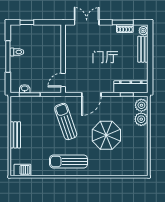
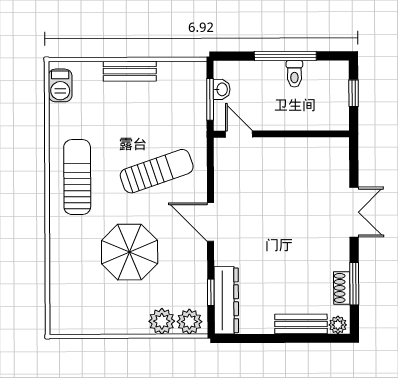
wall: (63, 59) -> (281, 134), moved
door: (63, 80) -> (239, 134), moved

